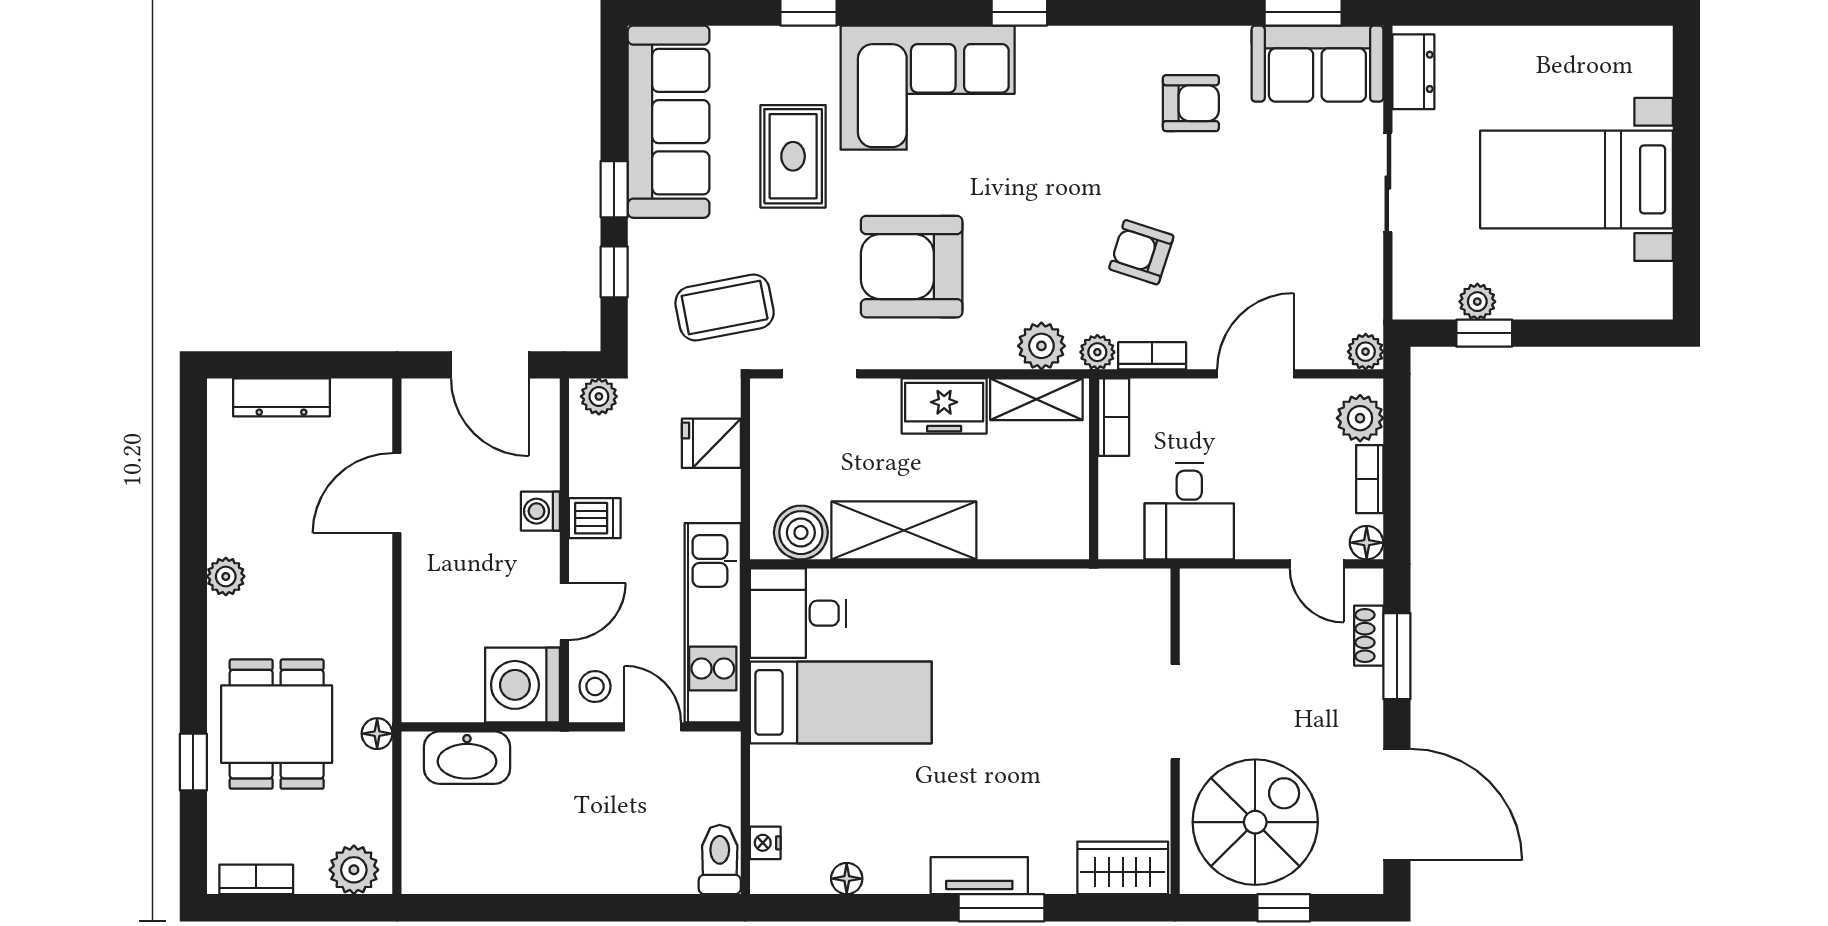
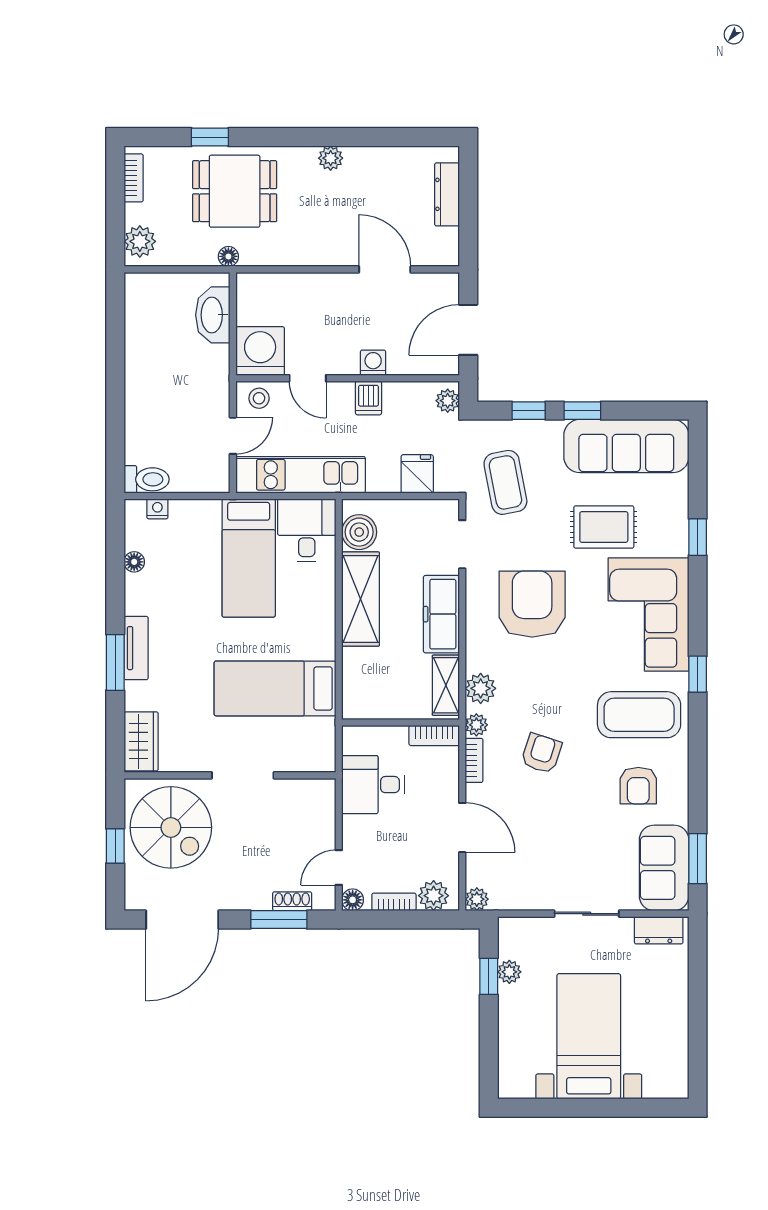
coffee table: (1082, 102) -> (639, 715), added
freezer: (944, 406) -> (441, 614), width x1.40
bed: (1041, 662) -> (275, 688), added

